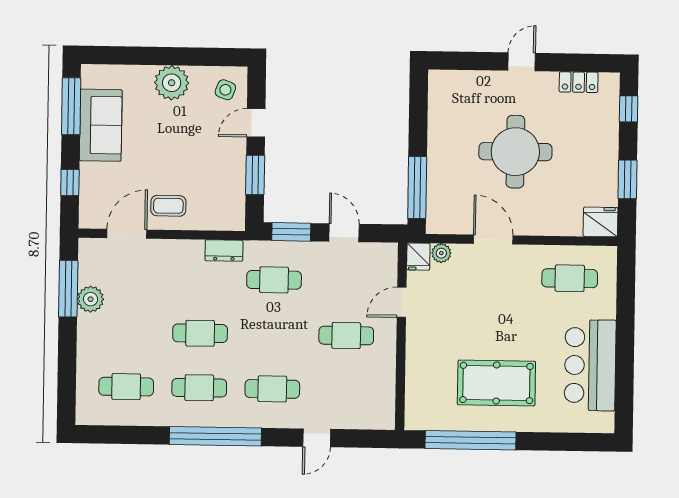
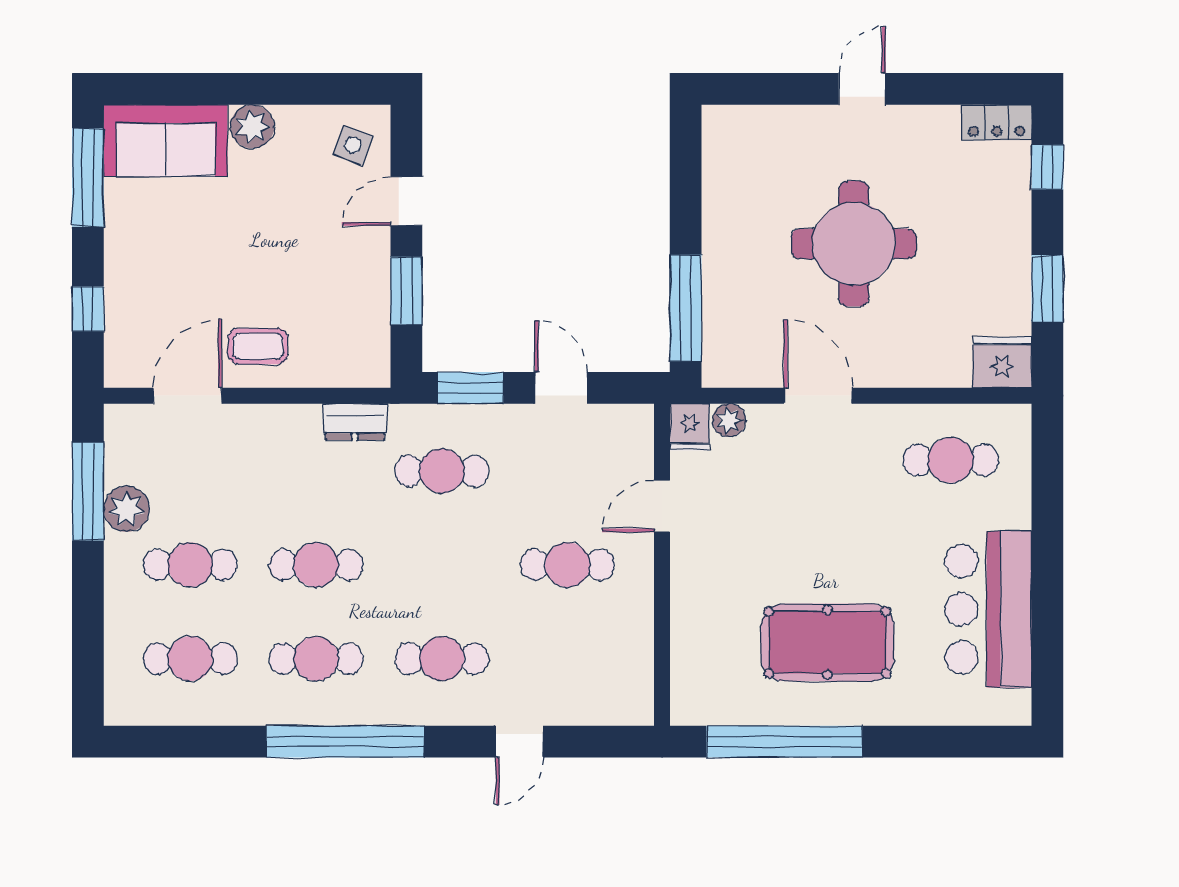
locker: (579, 82) -> (997, 122), moved
plant: (172, 83) -> (252, 127), width x0.73, depth x0.73
sofa: (101, 125) -> (166, 140), moved, turned 90
cafe table: (127, 332) -> (190, 565), added

